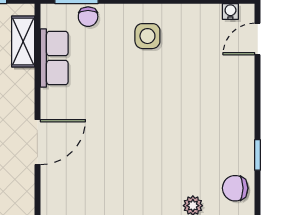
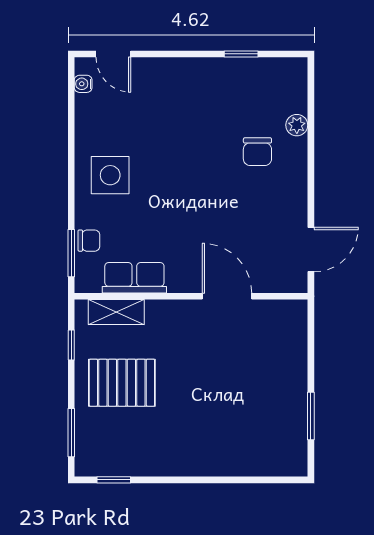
side table: (147, 36) -> (110, 175), width x1.37, depth x1.37
chair: (235, 188) -> (257, 152), moved

